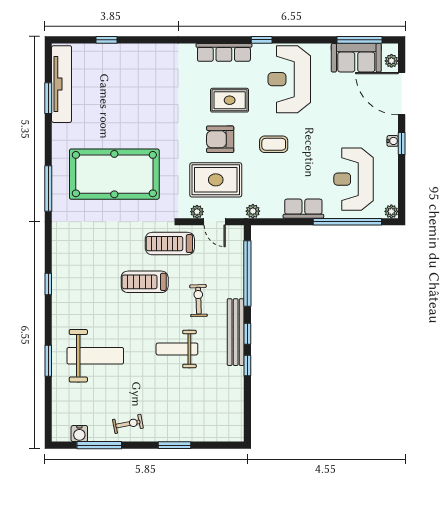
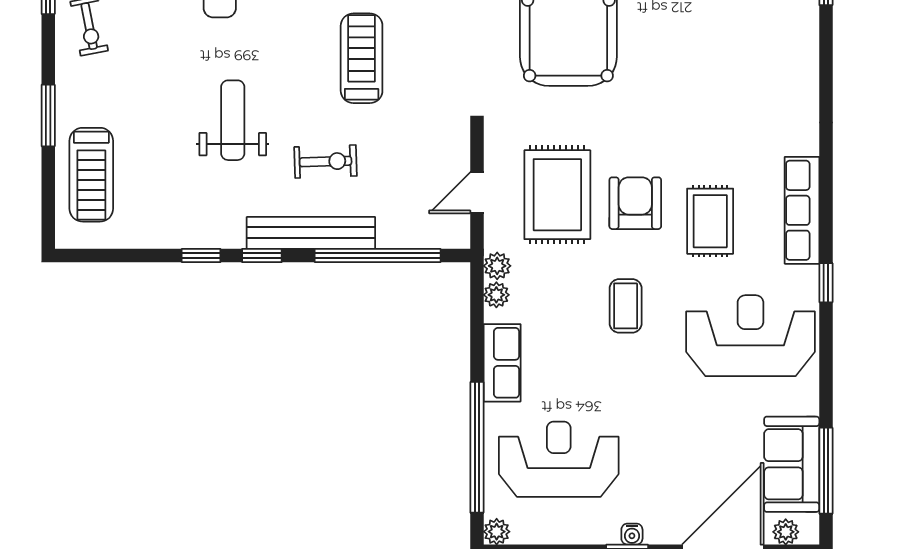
plant: (197, 212) -> (496, 295), moved
treadmill: (170, 244) -> (91, 175), moved, turned 180
bench: (236, 332) -> (311, 233), moved

